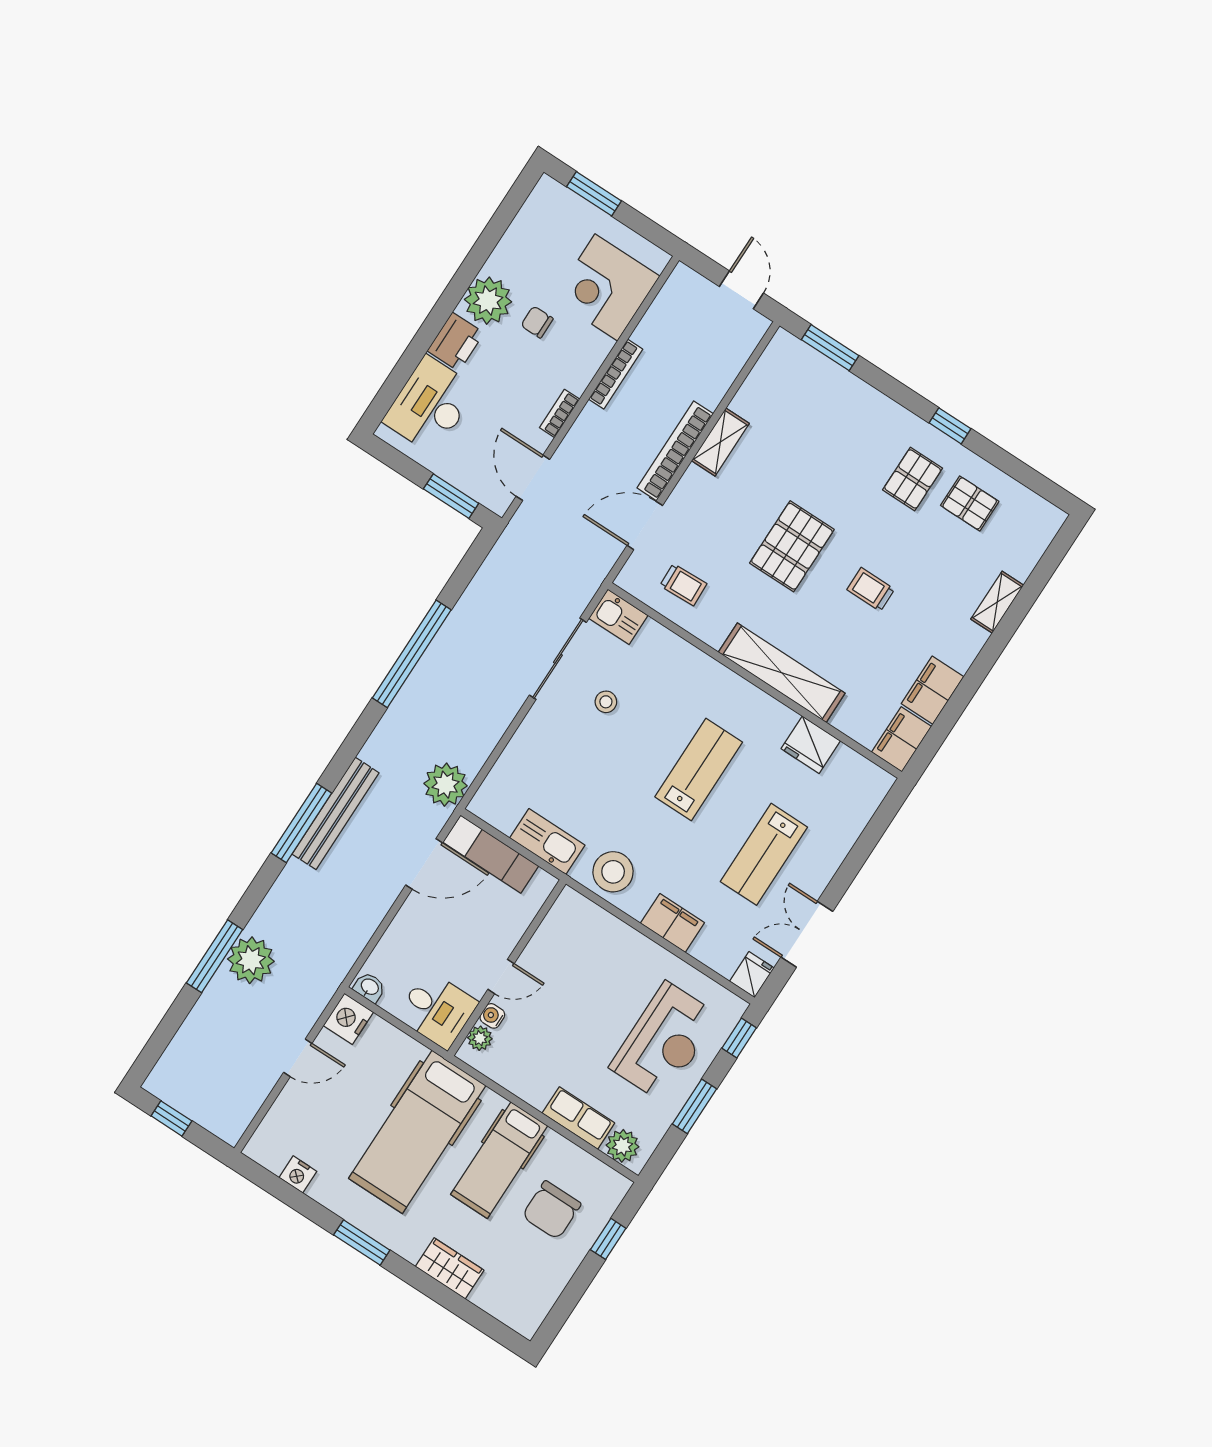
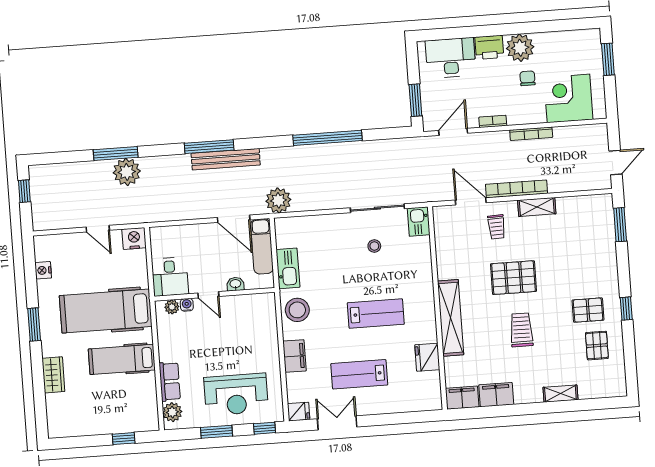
trolley: (683, 585) -> (496, 227), moved
trolley: (871, 589) -> (521, 330), width x1.36, depth x1.39
washbasin: (369, 987) -> (235, 284), moved, turned -90
chair: (551, 1210) -> (117, 402), removed

